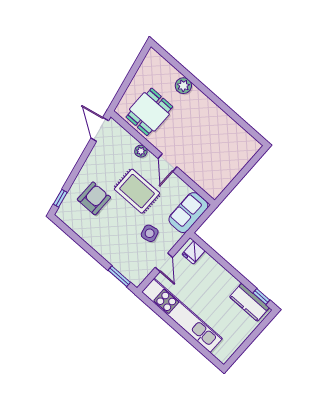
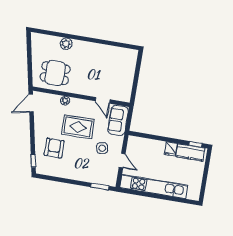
dining table: (149, 112) -> (55, 73), turned 90
door: (100, 129) -> (31, 103), hinge flipped
door: (167, 163) -> (103, 100), moved
fridge: (193, 252) -> (171, 149), moved

